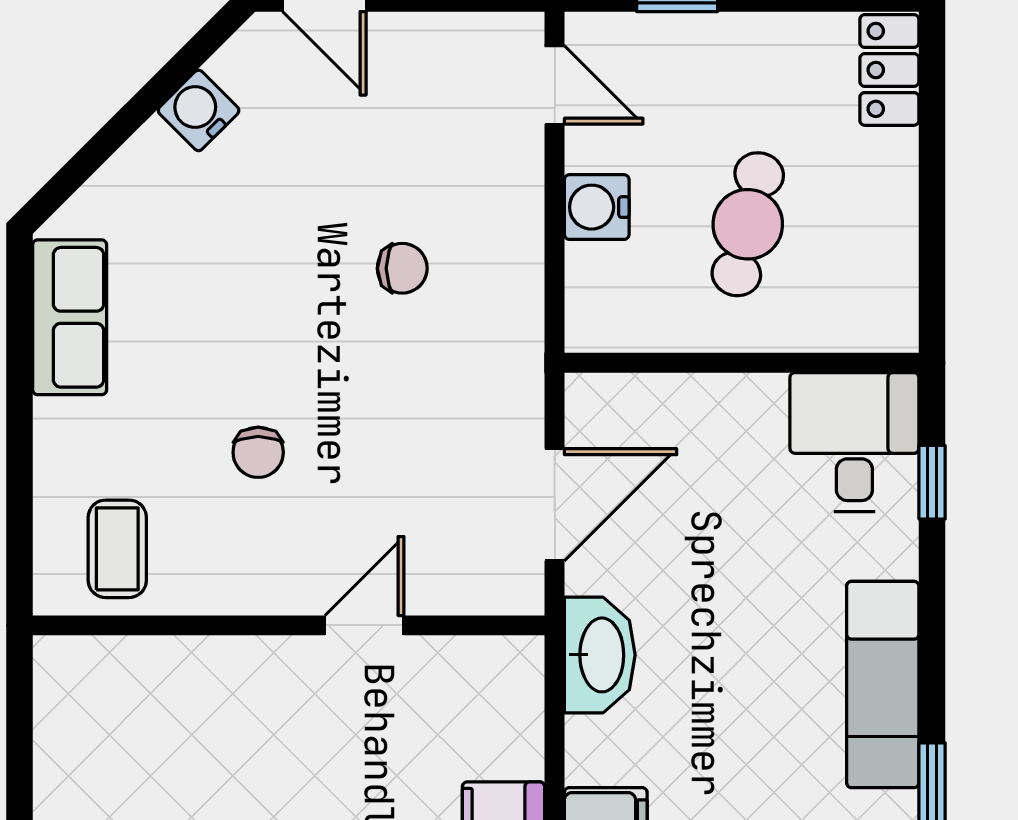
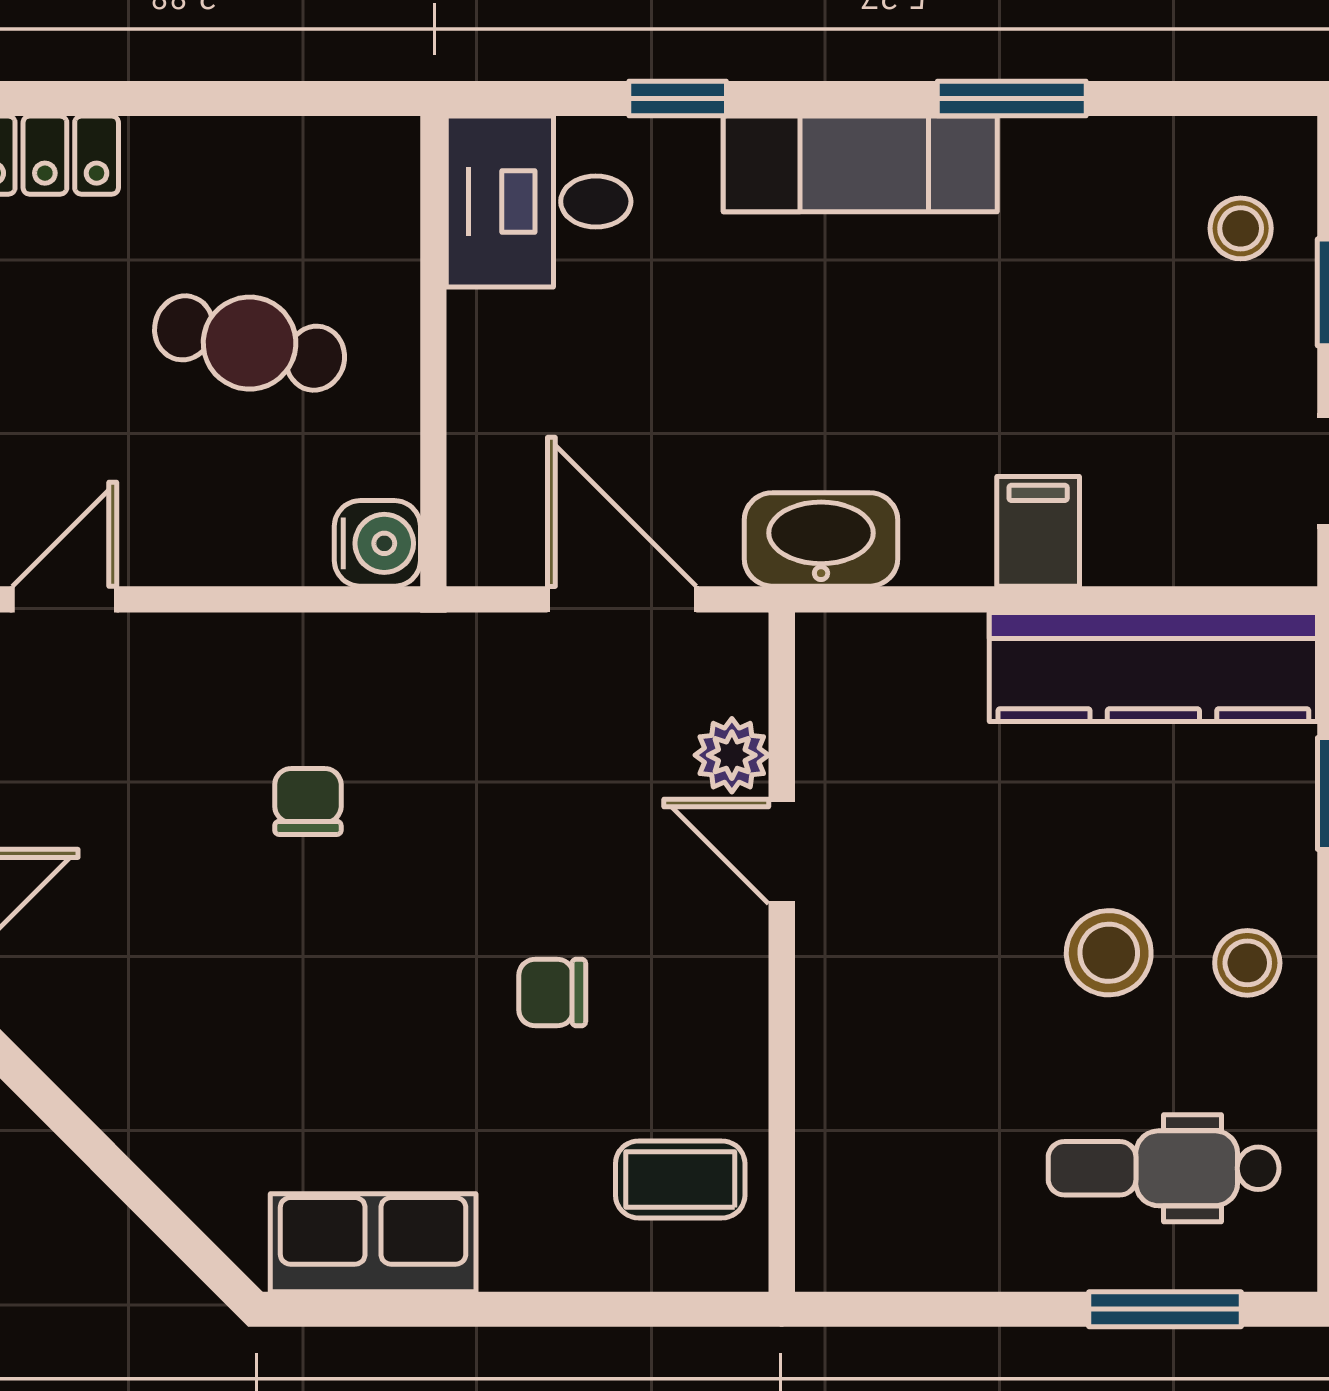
water cooler: (199, 110) -> (99, 1072), removed
water cooler: (597, 207) -> (377, 543), moved, turned -90
chair: (258, 452) -> (552, 993), turned 180
window: (932, 482) -> (678, 99), moved
plant: (437, 588) -> (732, 755), added

